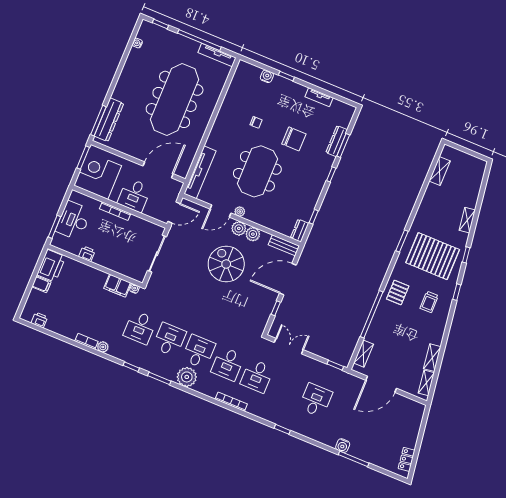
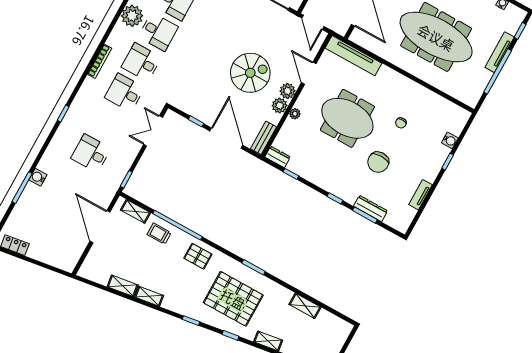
tv unit: (217, 55) -> (500, 52), moved
shelving: (440, 171) -> (305, 306), moved
plant: (240, 212) -> (295, 114), moved
pallet: (433, 256) -> (233, 299), turned 90
trolley: (429, 302) -> (159, 234), moved
double door: (289, 346) -> (153, 131), swing flipped
shelving: (426, 383) -> (149, 296), moved
desk: (316, 400) -> (91, 153), turned 180

